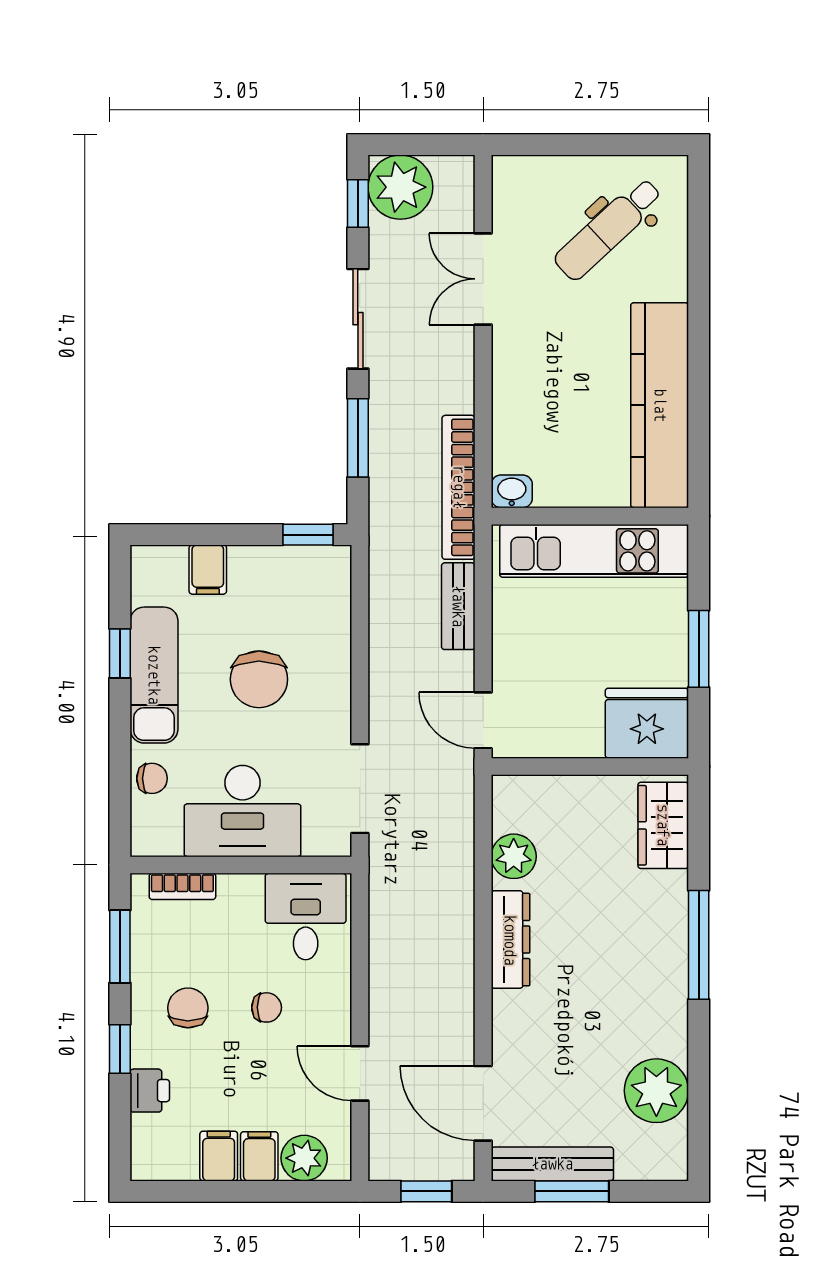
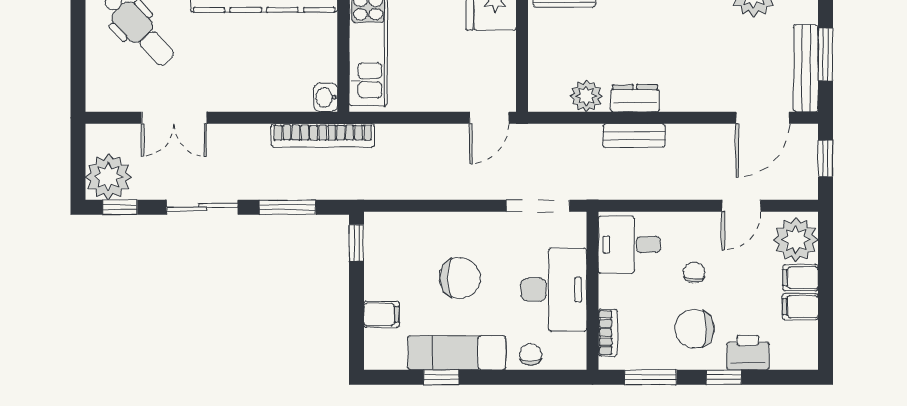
bench: (458, 606) -> (634, 136), moved
dresser: (510, 940) -> (635, 98), width x0.70
chair: (188, 1008) -> (695, 329), width x1.37, depth x1.37
printer: (150, 1091) -> (748, 353), width x1.36, depth x1.24
plant: (304, 1158) -> (796, 240), width x1.36, depth x1.36

